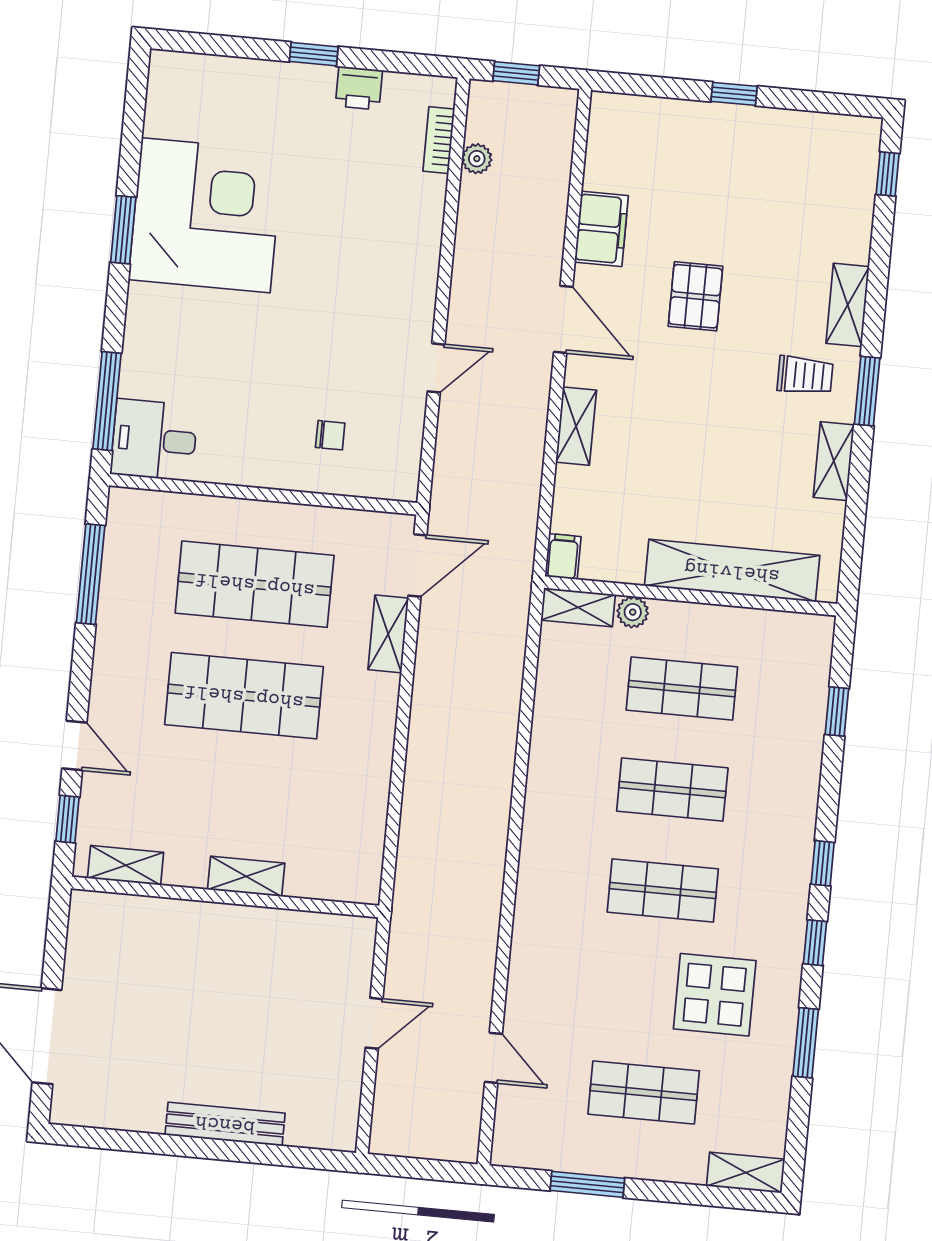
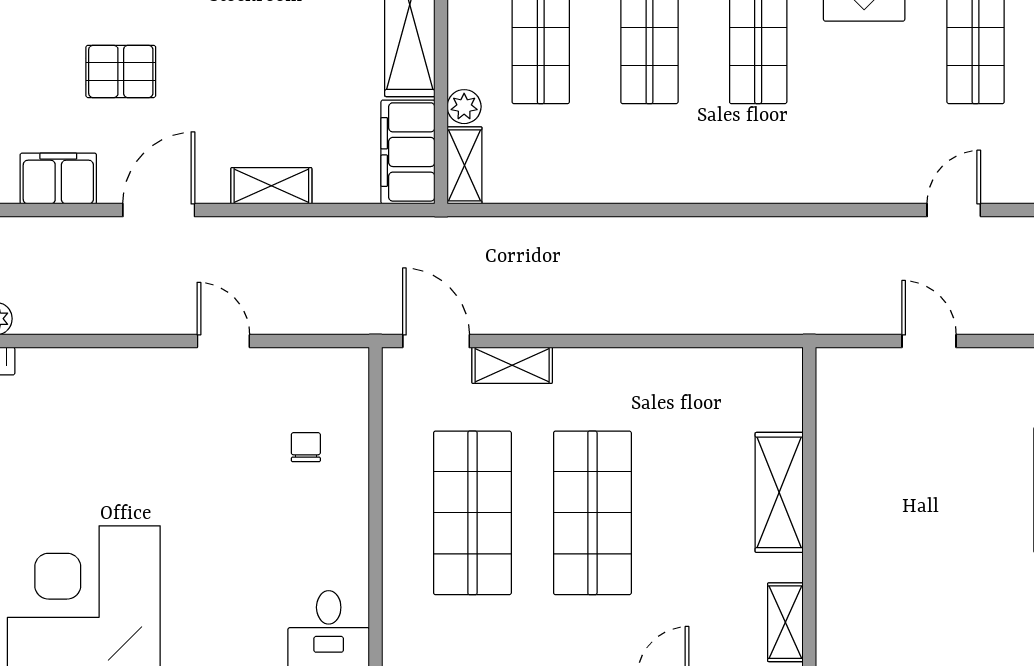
filing cabinet: (563, 556) -> (408, 152), width x3.00, depth x1.17
shelving: (246, 876) -> (779, 492), width x1.50, depth x1.33

